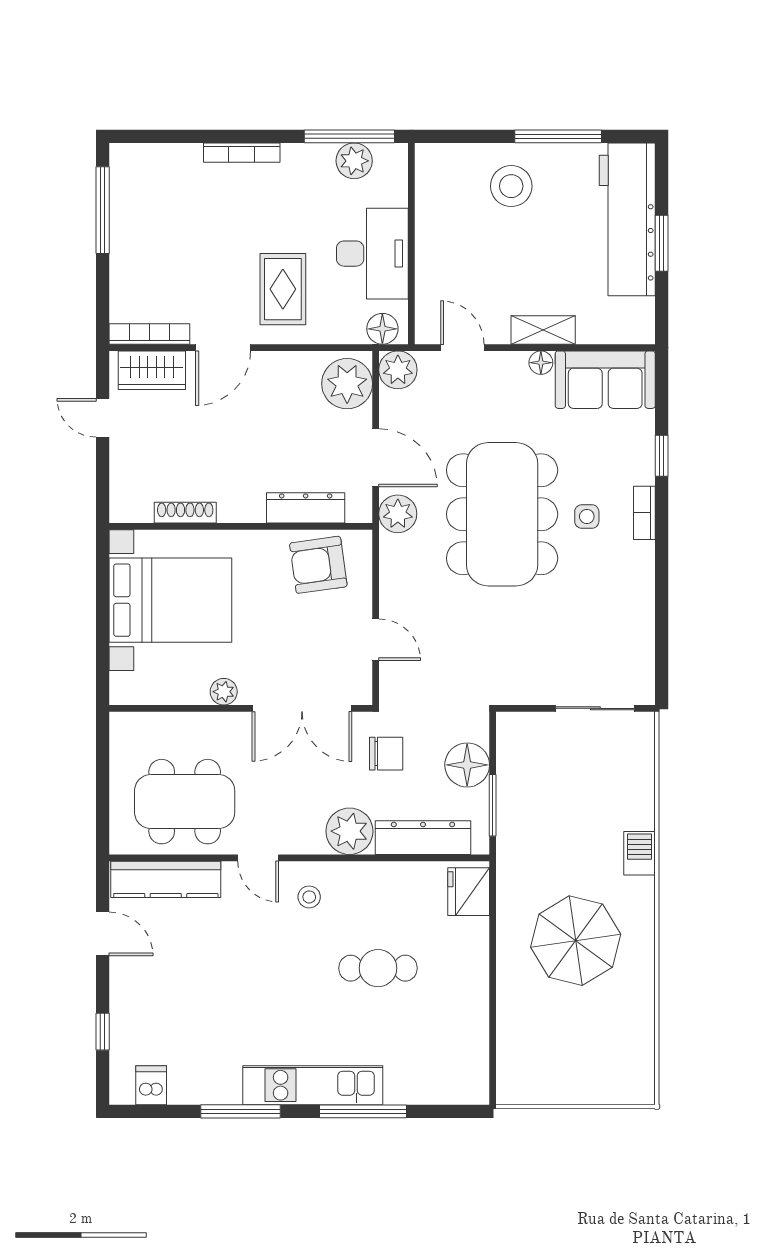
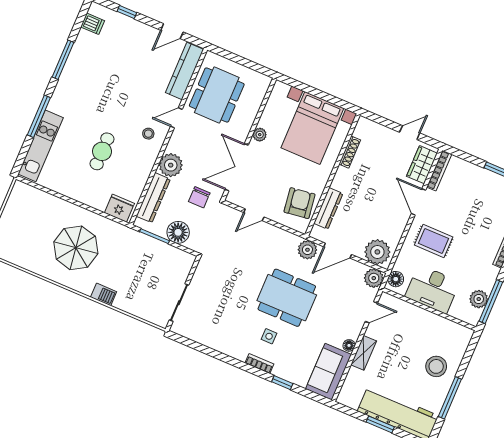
dining table: (502, 514) -> (287, 298), width x0.73, depth x0.80
kitchen unit: (313, 1085) -> (41, 146), moved

